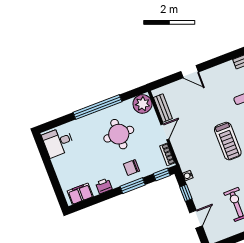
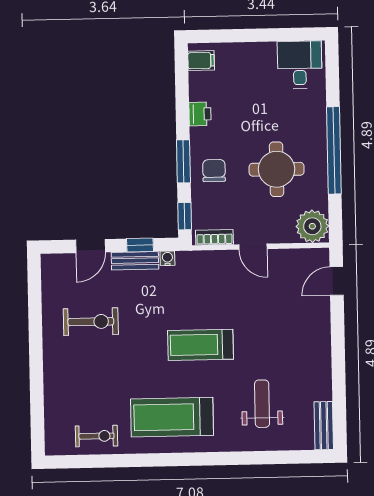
door: (190, 72) -> (337, 281), moved
bench: (163, 108) -> (135, 261), moved
filing cabinet: (80, 194) -> (201, 61), width x0.50
door: (196, 219) -> (90, 246), hinge flipped

